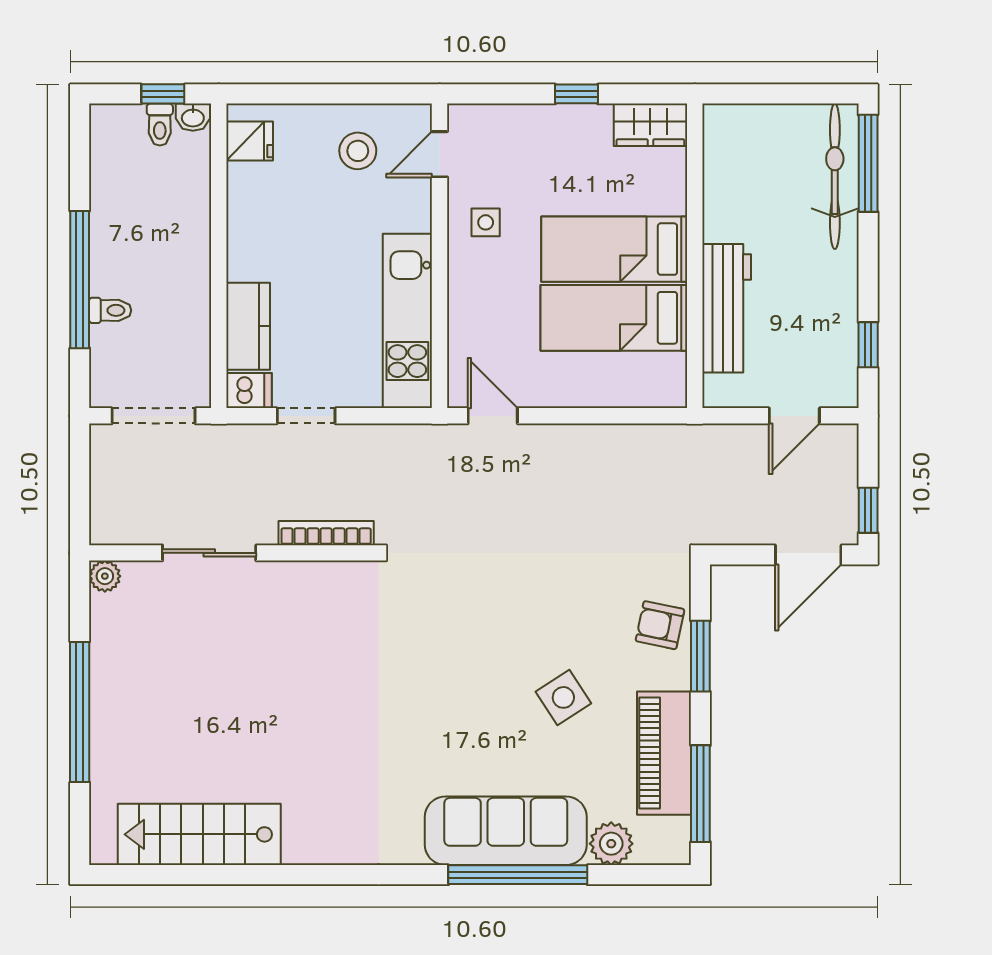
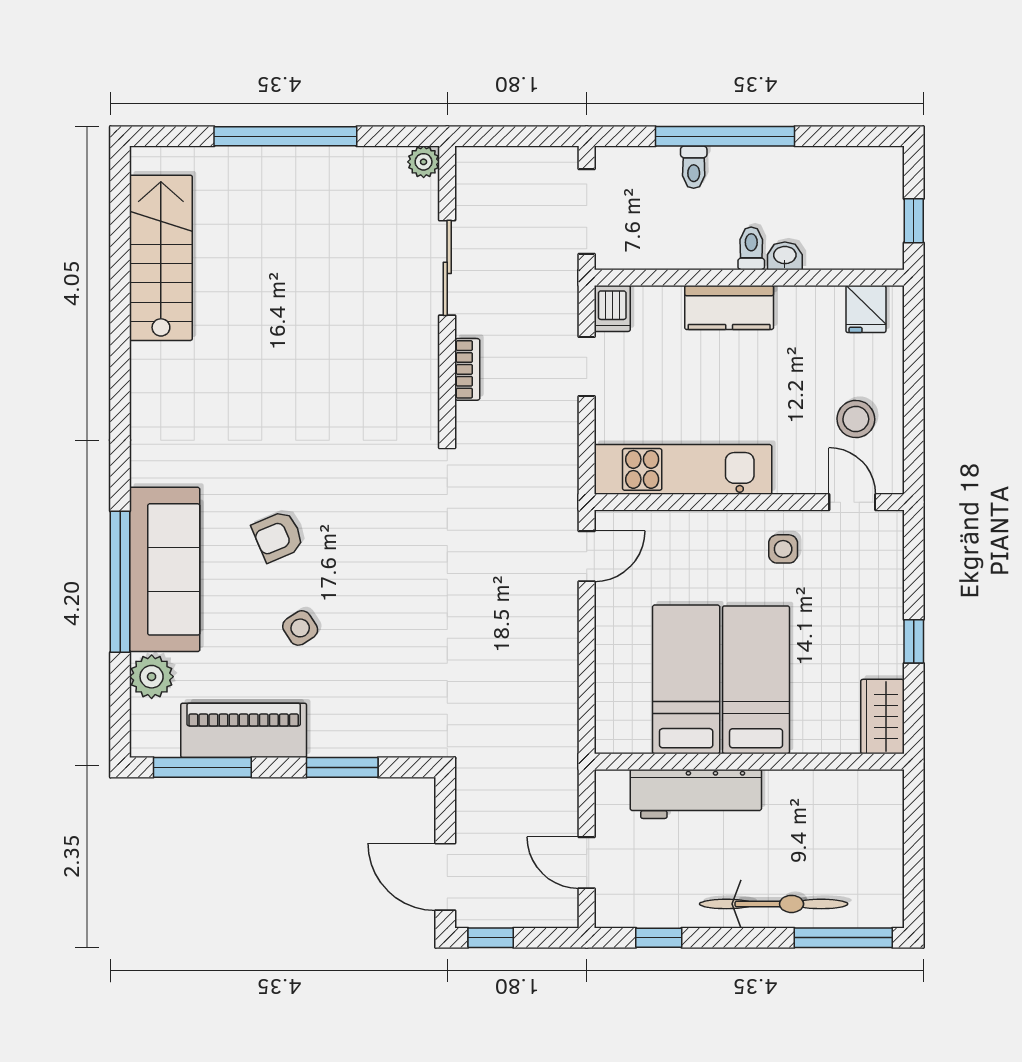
washbasin: (193, 117) -> (785, 256), moved, turned 90
toilet: (160, 125) -> (751, 248), moved, turned 90
bicycle: (835, 176) -> (774, 904), moved
kitchen counter: (248, 326) -> (729, 307), moved
bookcase: (326, 533) -> (467, 369), width x0.64
armchair: (660, 625) -> (278, 536), moved, turned -125
side table: (563, 697) -> (300, 628), width x0.73, depth x0.73

